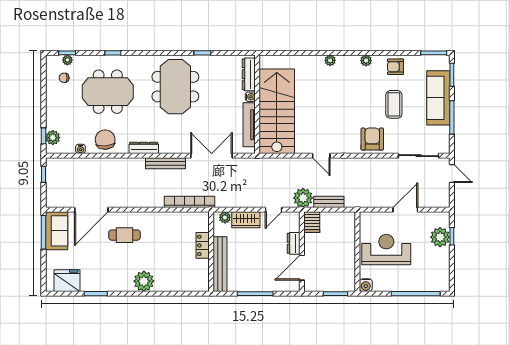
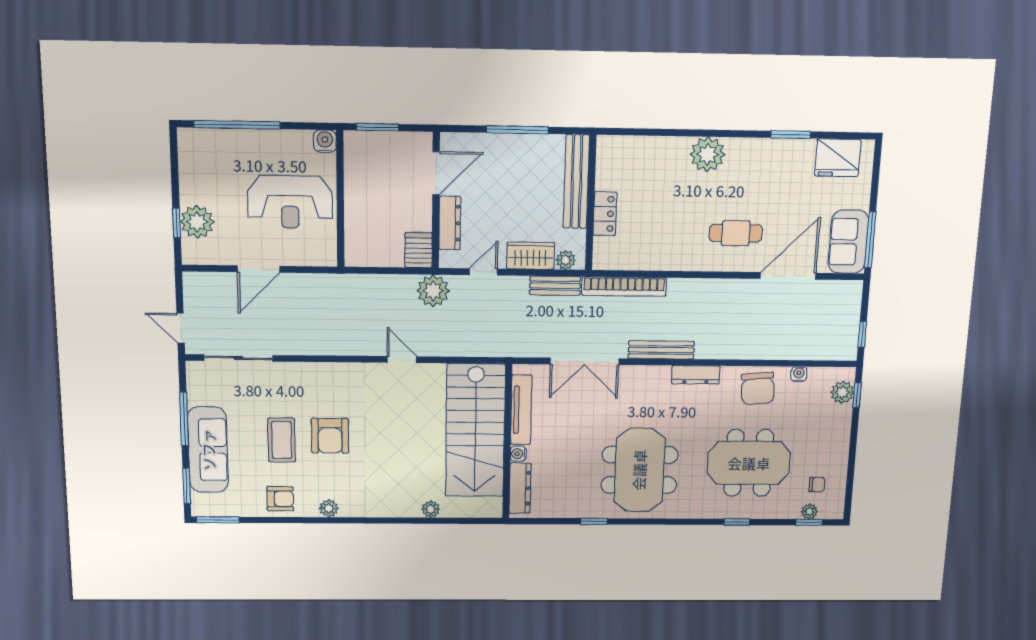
plant: (330, 60) -> (431, 509), moved
armchair: (372, 139) -> (330, 436), moved
bench: (329, 202) -> (555, 286), moved
dresser: (294, 243) -> (450, 223), width x1.44

